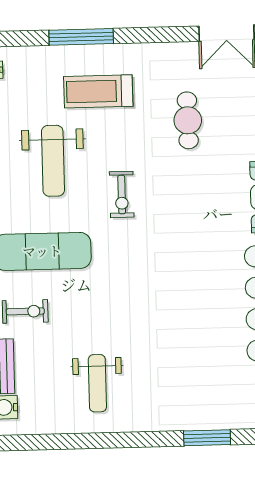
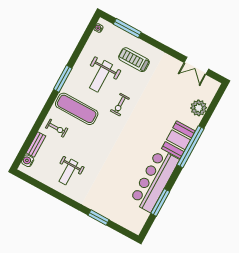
window: (81, 37) -> (127, 28), moved
cafe table: (188, 120) -> (162, 91), removed

